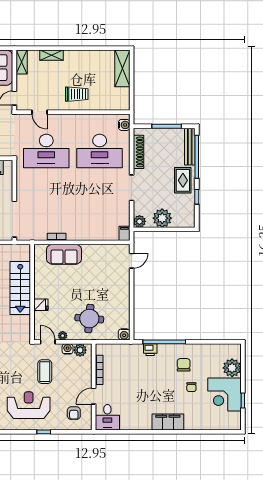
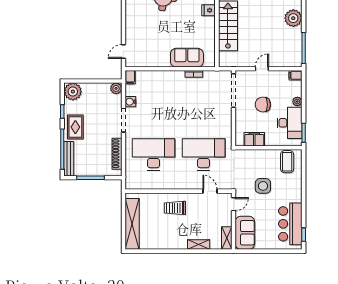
shelving: (122, 68) -> (132, 224), width x1.47
water cooler: (124, 125) -> (130, 102), moved
plant: (162, 218) -> (73, 92), moved

